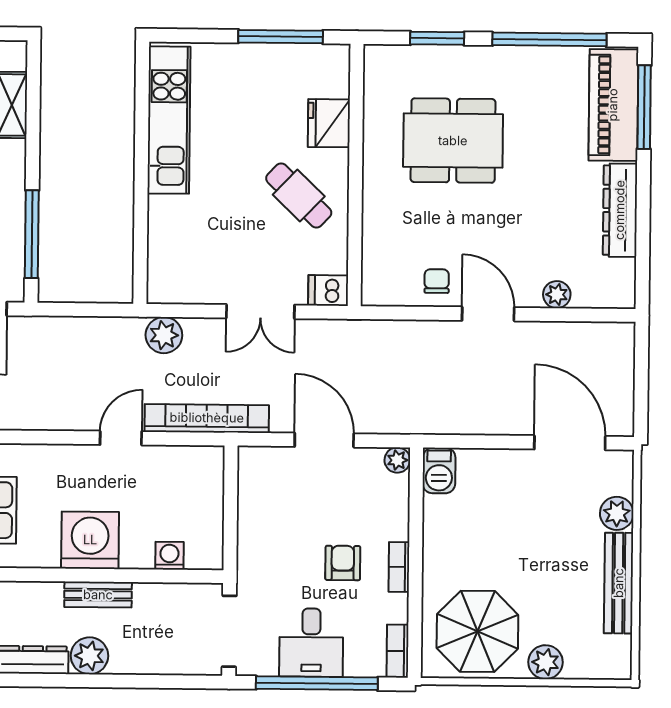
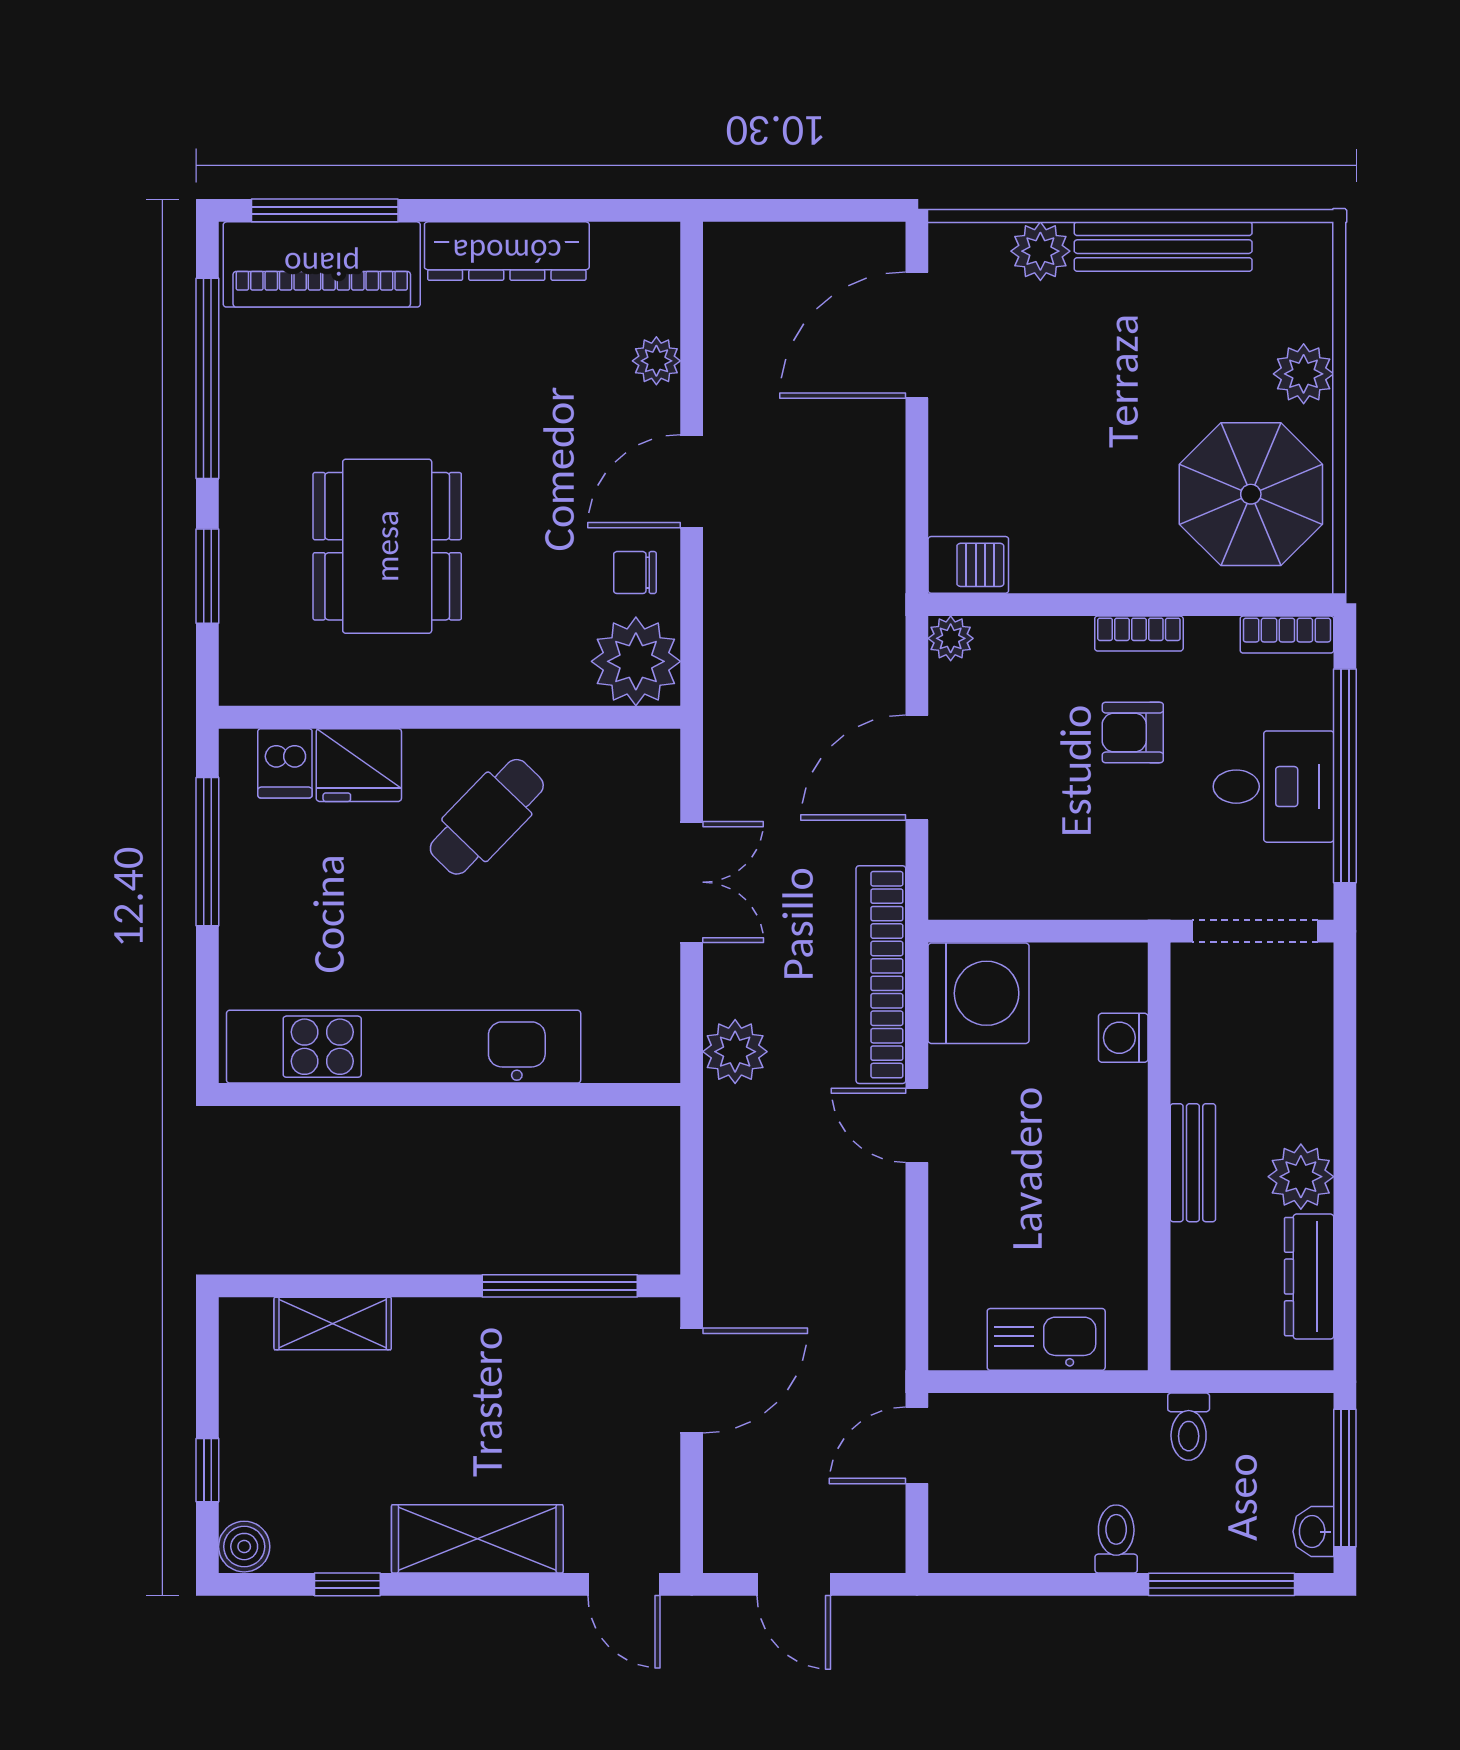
kitchen unit: (169, 120) -> (404, 1047), width x1.36
plant: (386, 281) -> (636, 661), added
dishwasher: (328, 290) -> (285, 763), moved
washing machine: (90, 540) -> (979, 993), moved, turned 180

